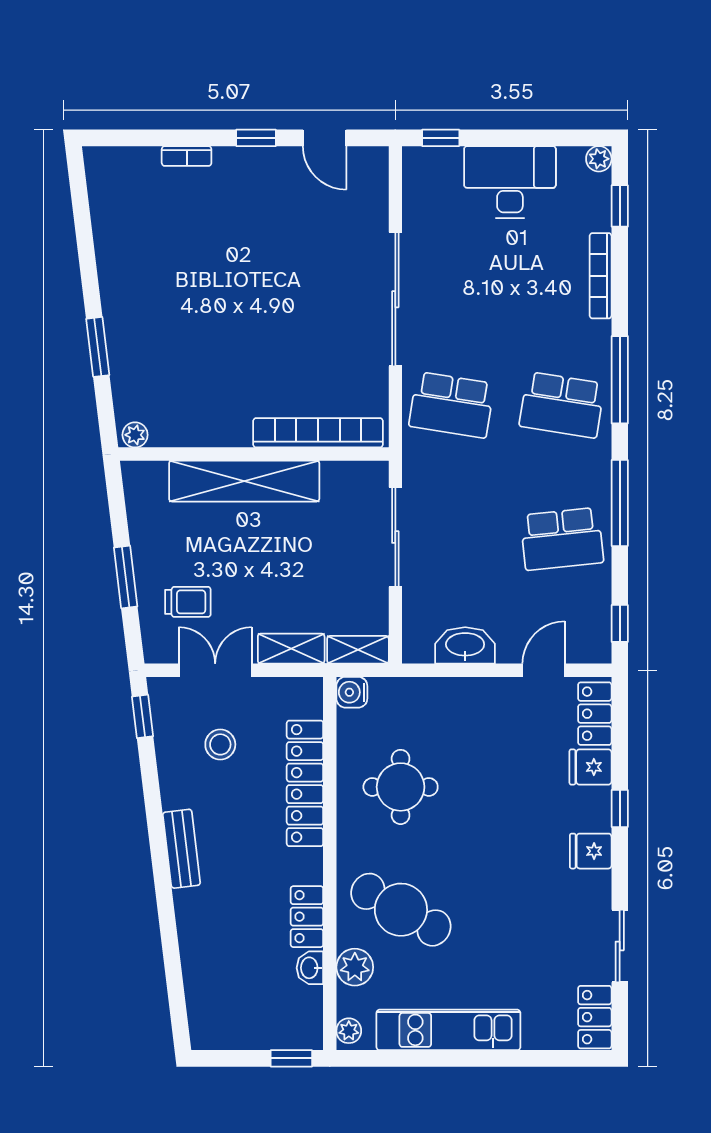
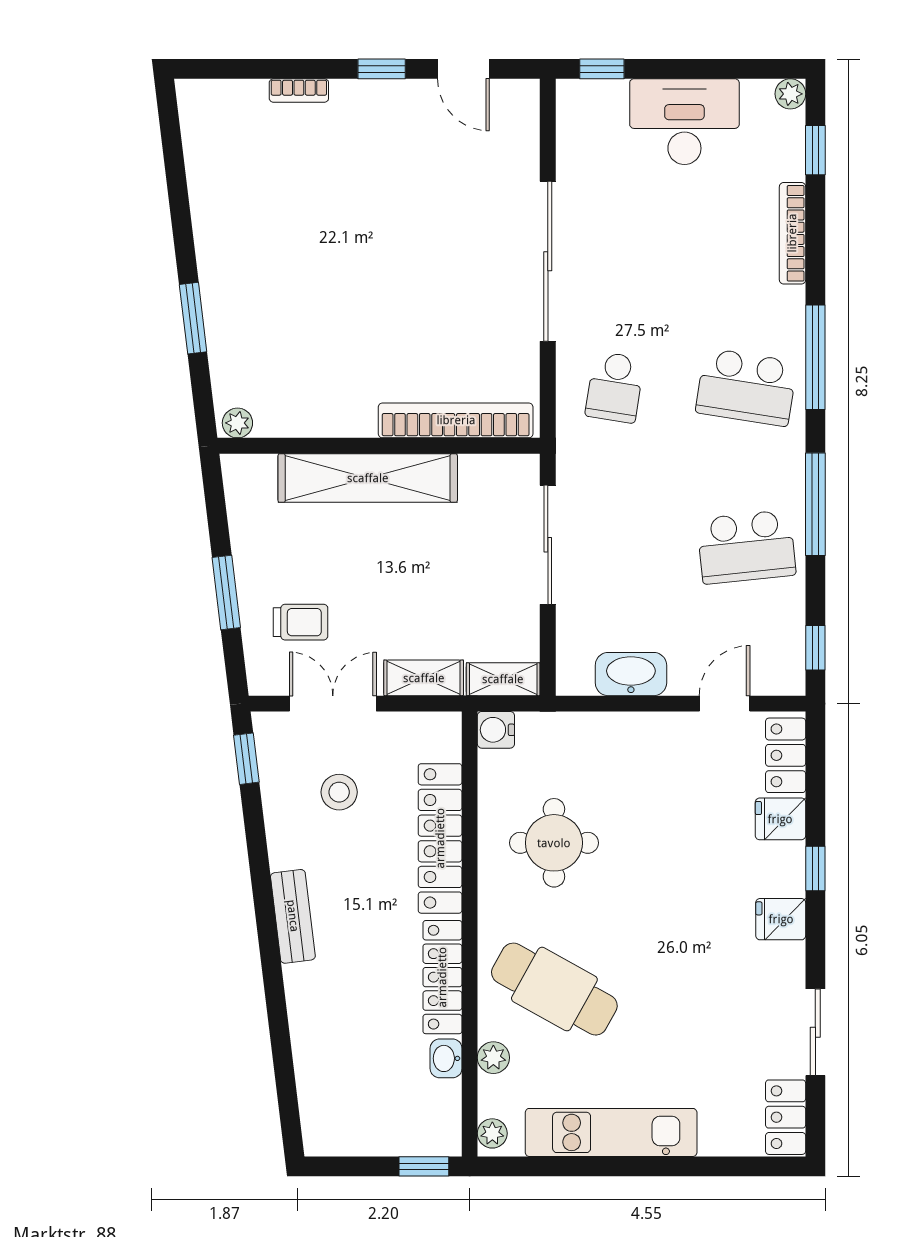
school desk: (451, 405) -> (615, 387), width x0.54
locker: (307, 917) -> (442, 977), width x1.53
plant: (355, 967) -> (493, 1058), width x0.73, depth x0.73

